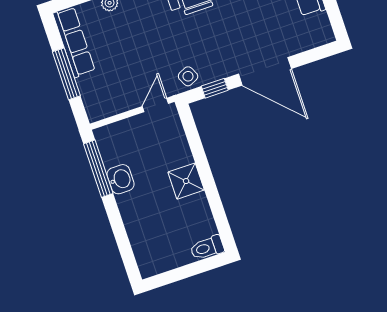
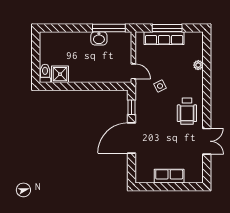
row of seats: (74, 42) -> (164, 38), moved
side table: (188, 76) -> (160, 86), moved
shower: (186, 181) -> (60, 74), moved

